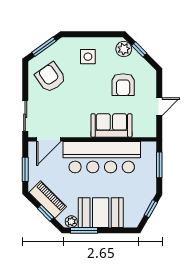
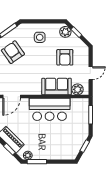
plant: (141, 129) -> (77, 89), added
bar counter: (102, 157) -> (50, 109), width x0.73
booth: (101, 213) -> (49, 149), removed

